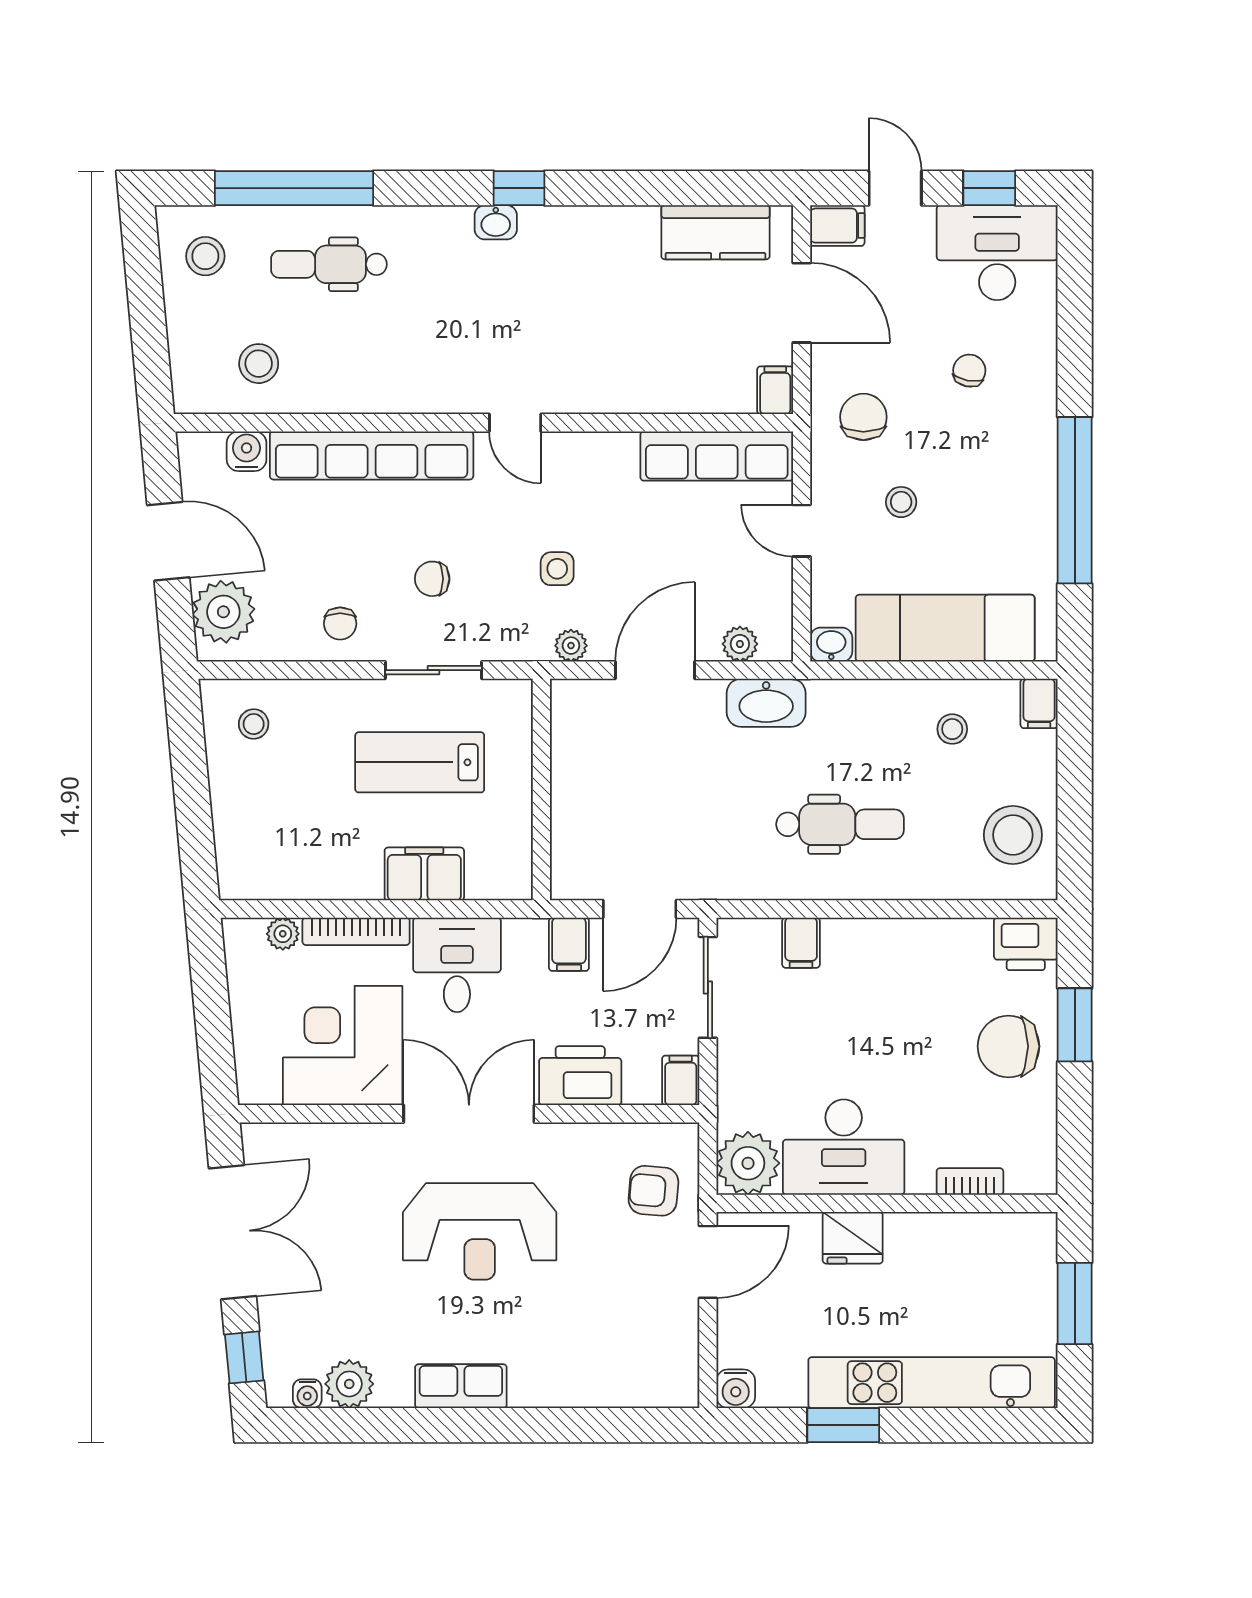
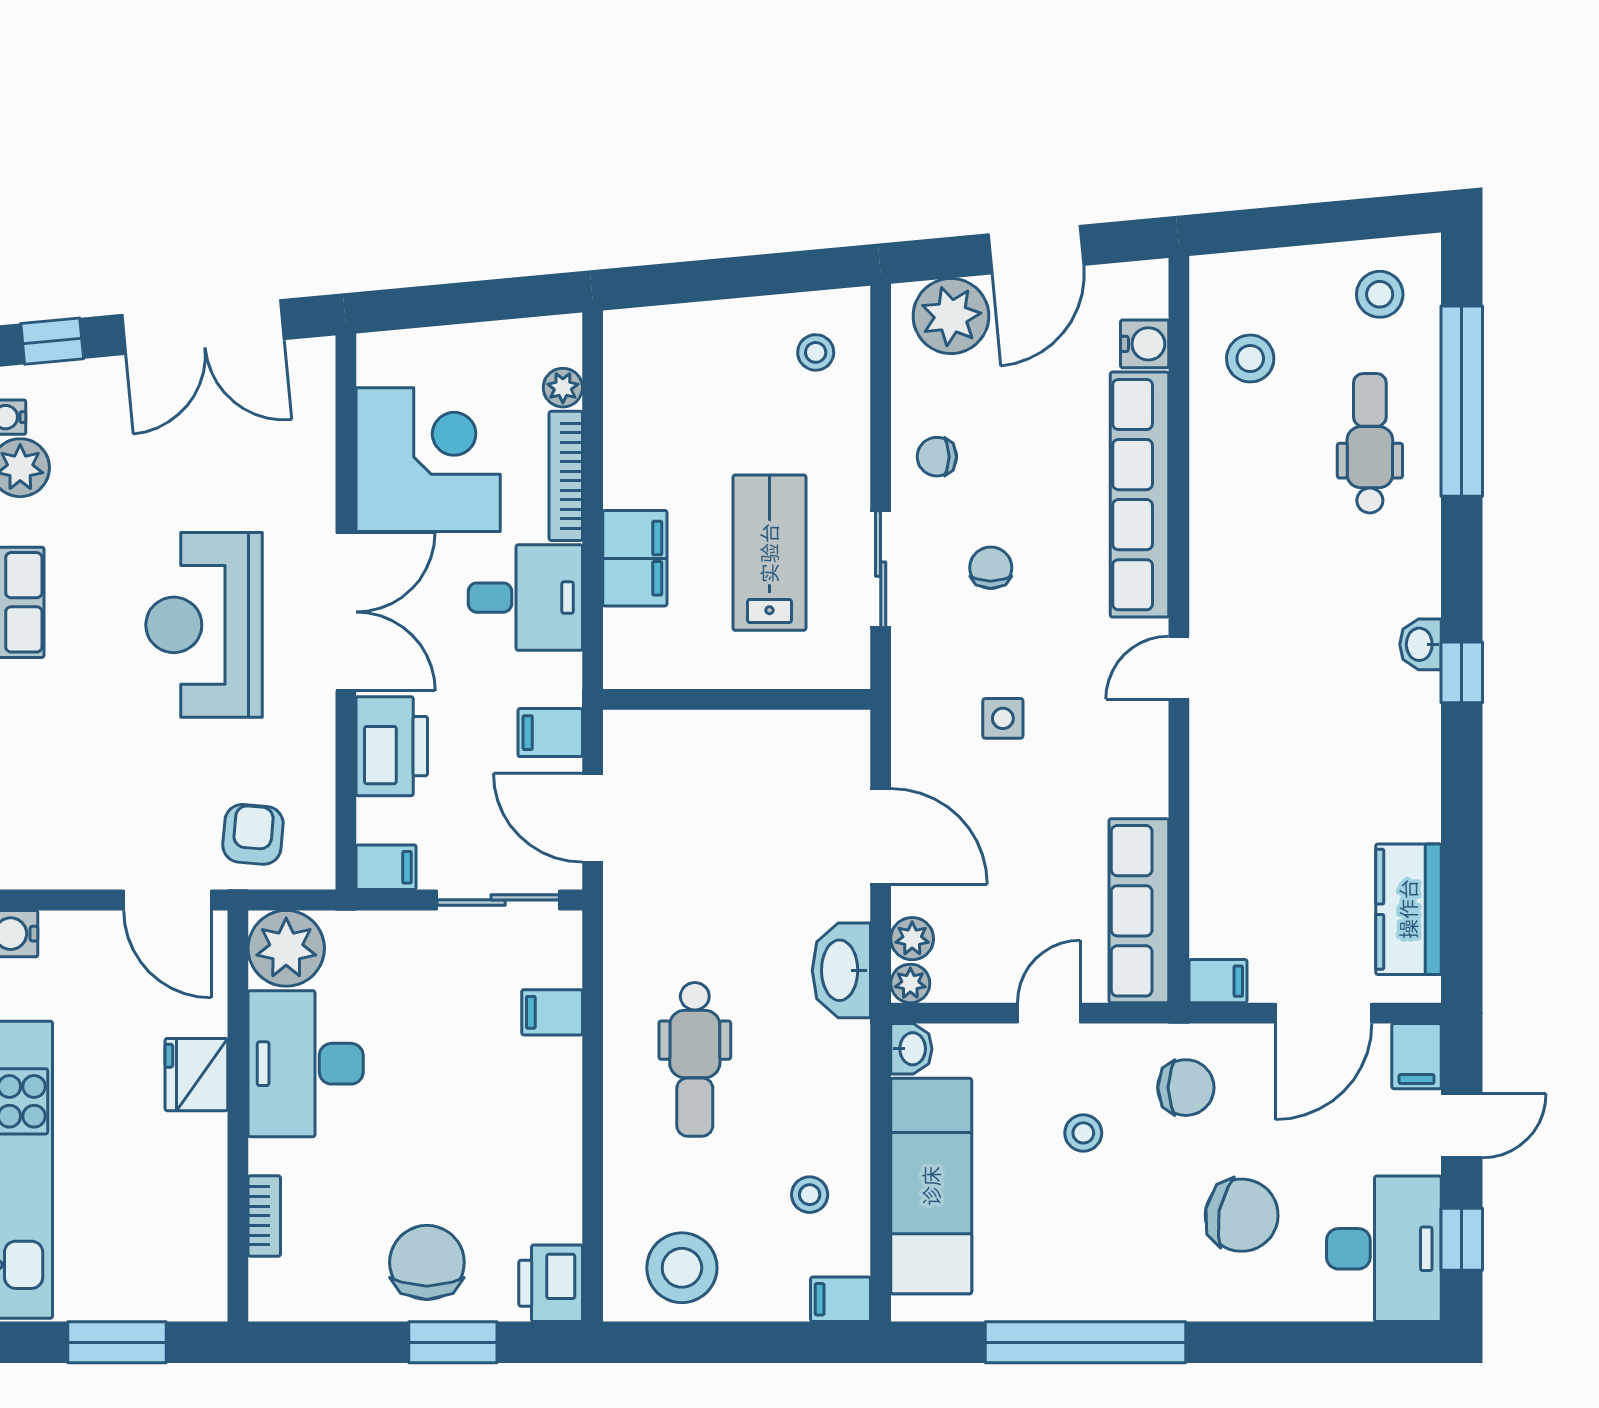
chair: (969, 371) -> (1242, 1215), width x1.87, depth x1.87
plant: (571, 646) -> (910, 983), moved

